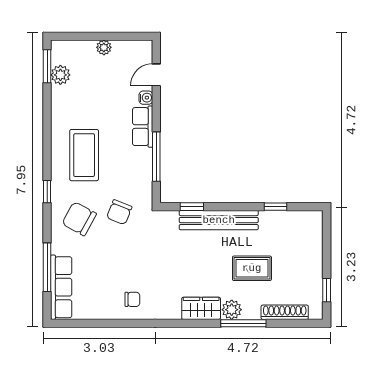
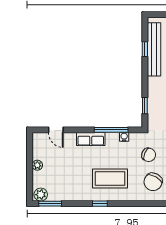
plant: (60, 75) -> (41, 195), moved
water cooler: (146, 98) -> (124, 137), moved
window: (47, 192) -> (100, 204), moved
bench: (219, 220) -> (154, 49), moved

